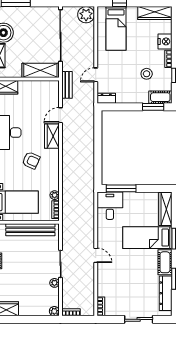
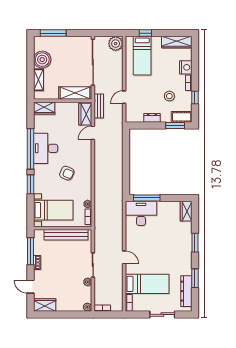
dresser: (106, 98) -> (152, 118), moved
wardrobe: (52, 136) -> (85, 114), moved
desk: (110, 206) -> (141, 213), width x1.37
wardrobe: (165, 209) -> (186, 211), width x0.67
bed: (147, 238) -> (147, 284), moved, turned 180
cot: (165, 262) -> (186, 264), removed

